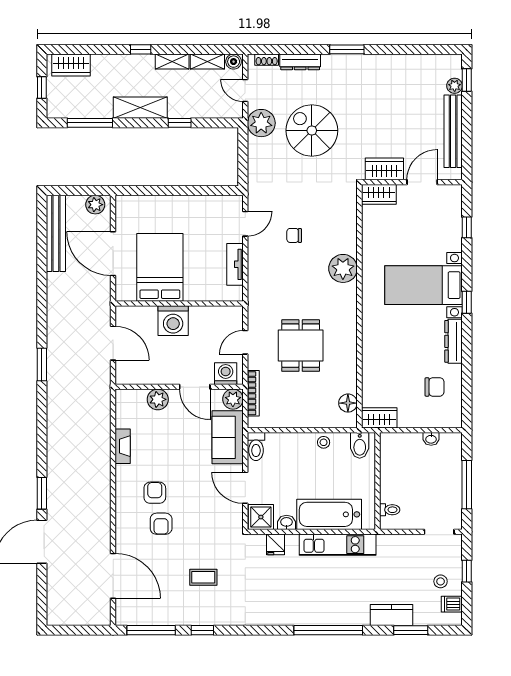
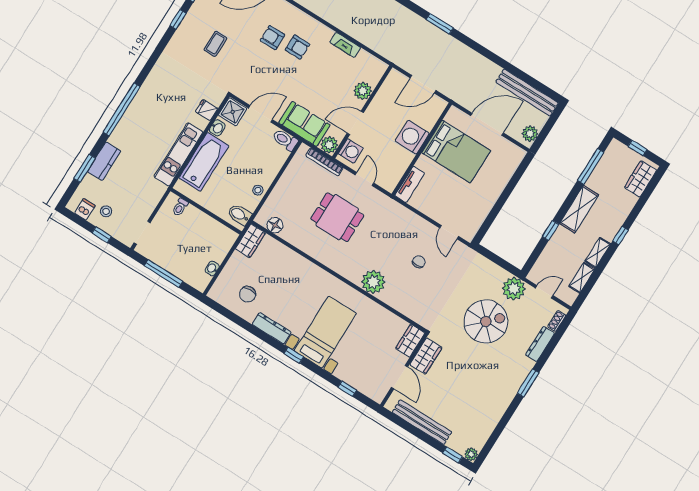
boiler: (234, 62) -> (570, 296), removed
plant: (455, 86) -> (471, 454), moved
tv unit: (235, 264) -> (410, 184), moved, turned 90

